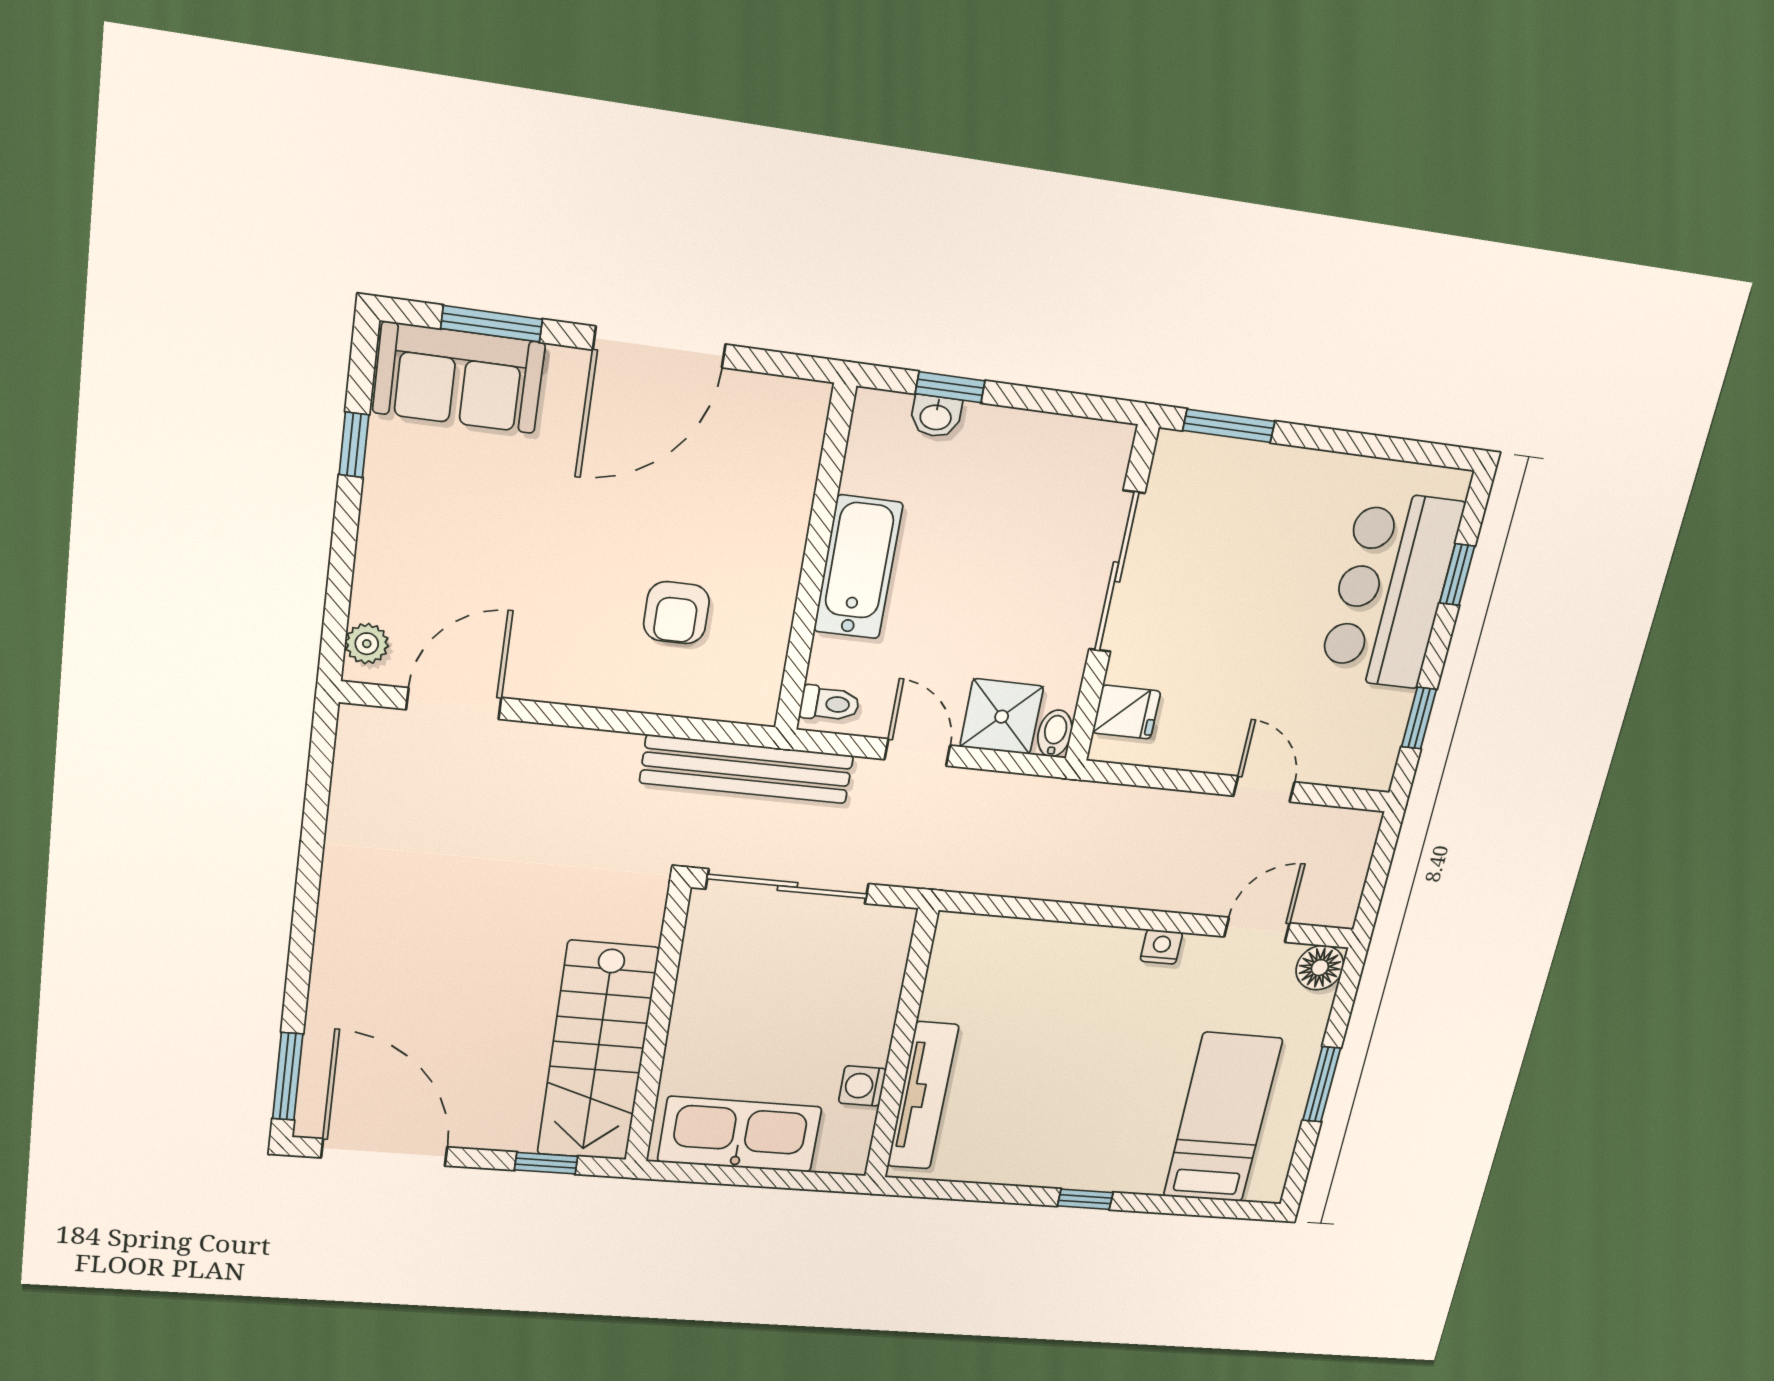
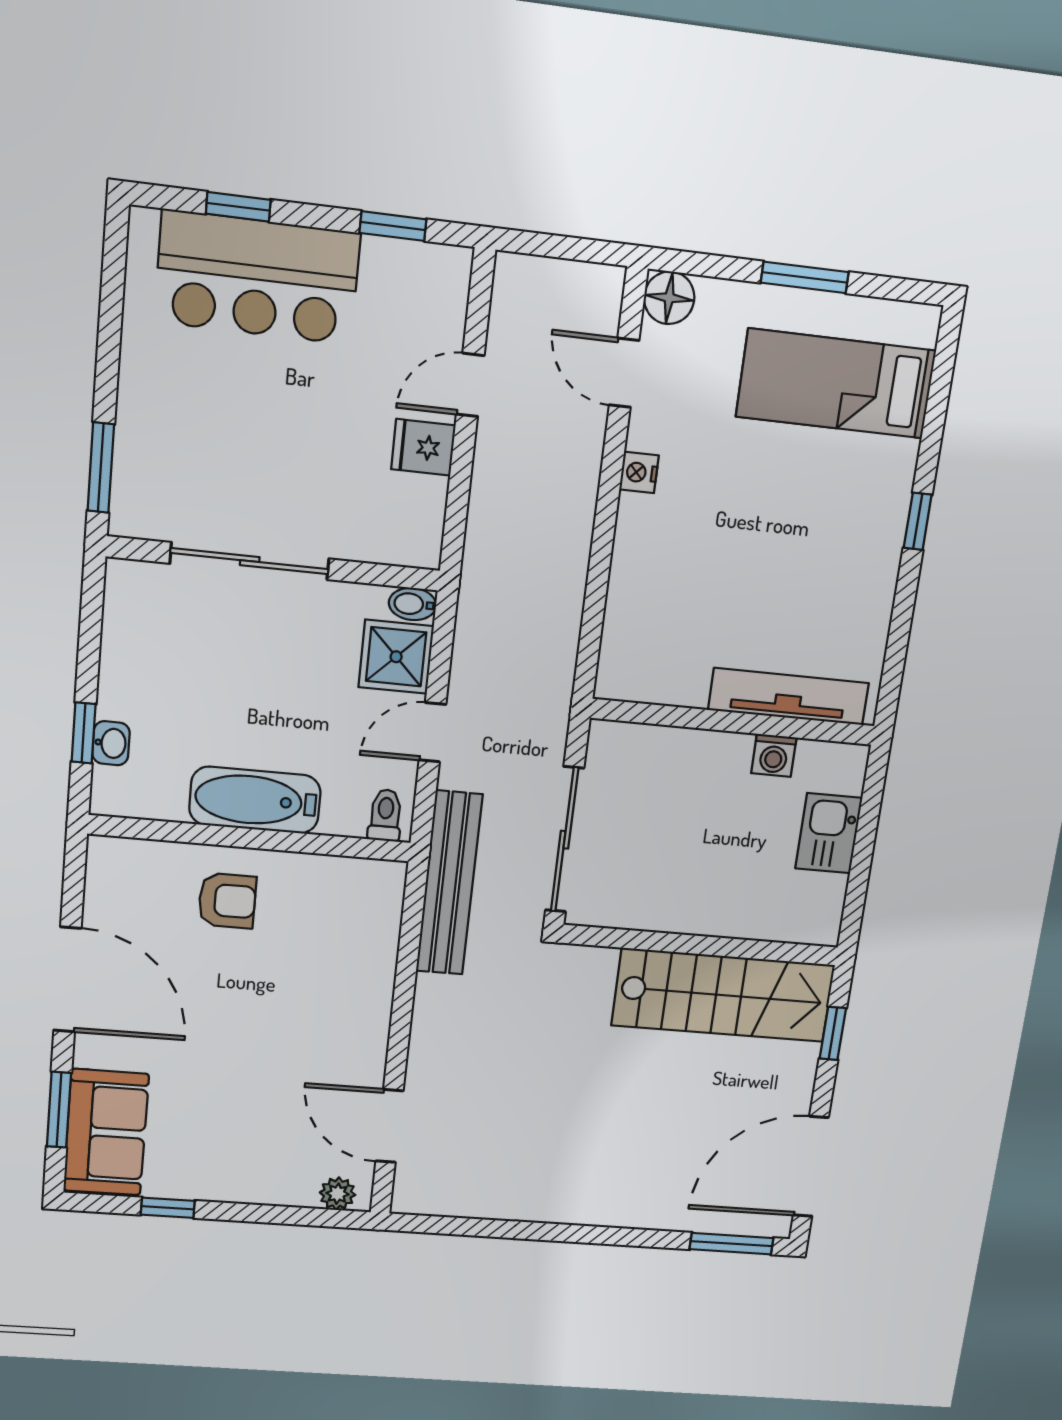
armchair: (676, 613) -> (227, 901), moved
fridge: (1126, 712) -> (423, 447), moved, turned -90
kitchen sink: (740, 1134) -> (829, 833), width x0.53, depth x0.81

